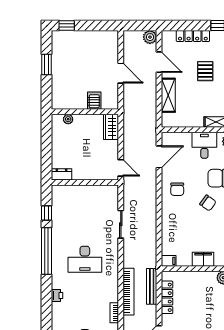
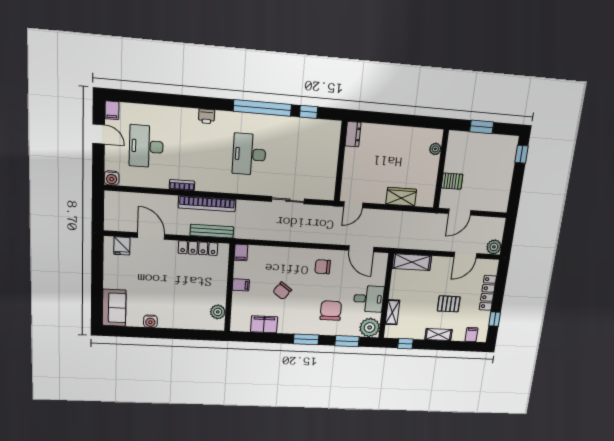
shelving: (168, 95) -> (412, 262), moved
server rack: (94, 101) -> (452, 181), moved
wall: (85, 112) -> (441, 169), moved
plant: (68, 119) -> (435, 149), moved
chair: (208, 203) -> (282, 291), moved
filing cabinet: (203, 259) -> (241, 285), width x0.50

